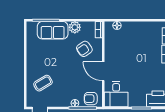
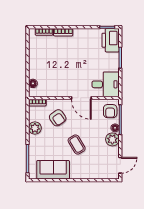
sofa: (53, 30) -> (53, 170), moved, turned -90
door: (103, 71) -> (81, 98), hinge flipped
coffee table: (43, 83) -> (77, 144), moved
plant: (64, 101) -> (112, 139), added

